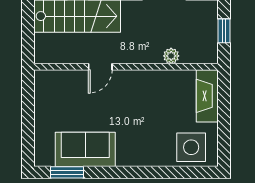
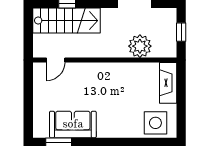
plant: (171, 56) -> (140, 46), width x1.87, depth x1.87
door: (100, 67) -> (56, 60), moved

